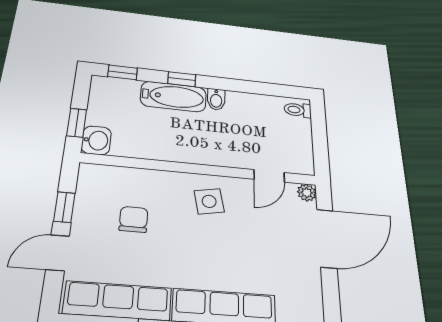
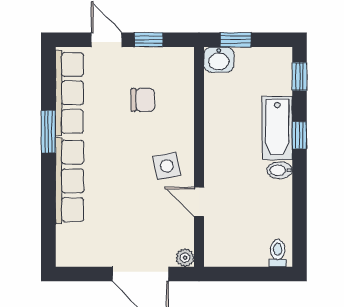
door: (269, 176) -> (199, 202), moved

